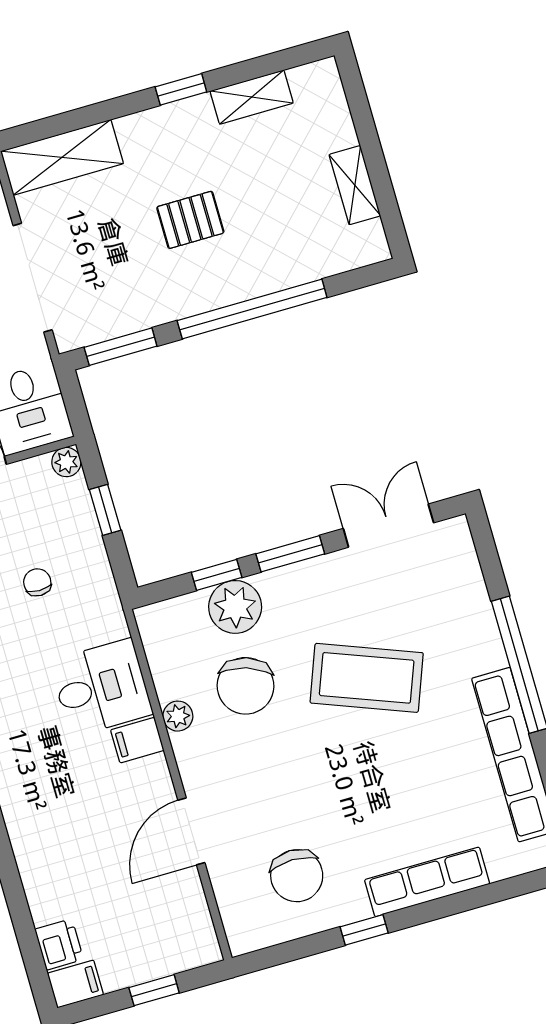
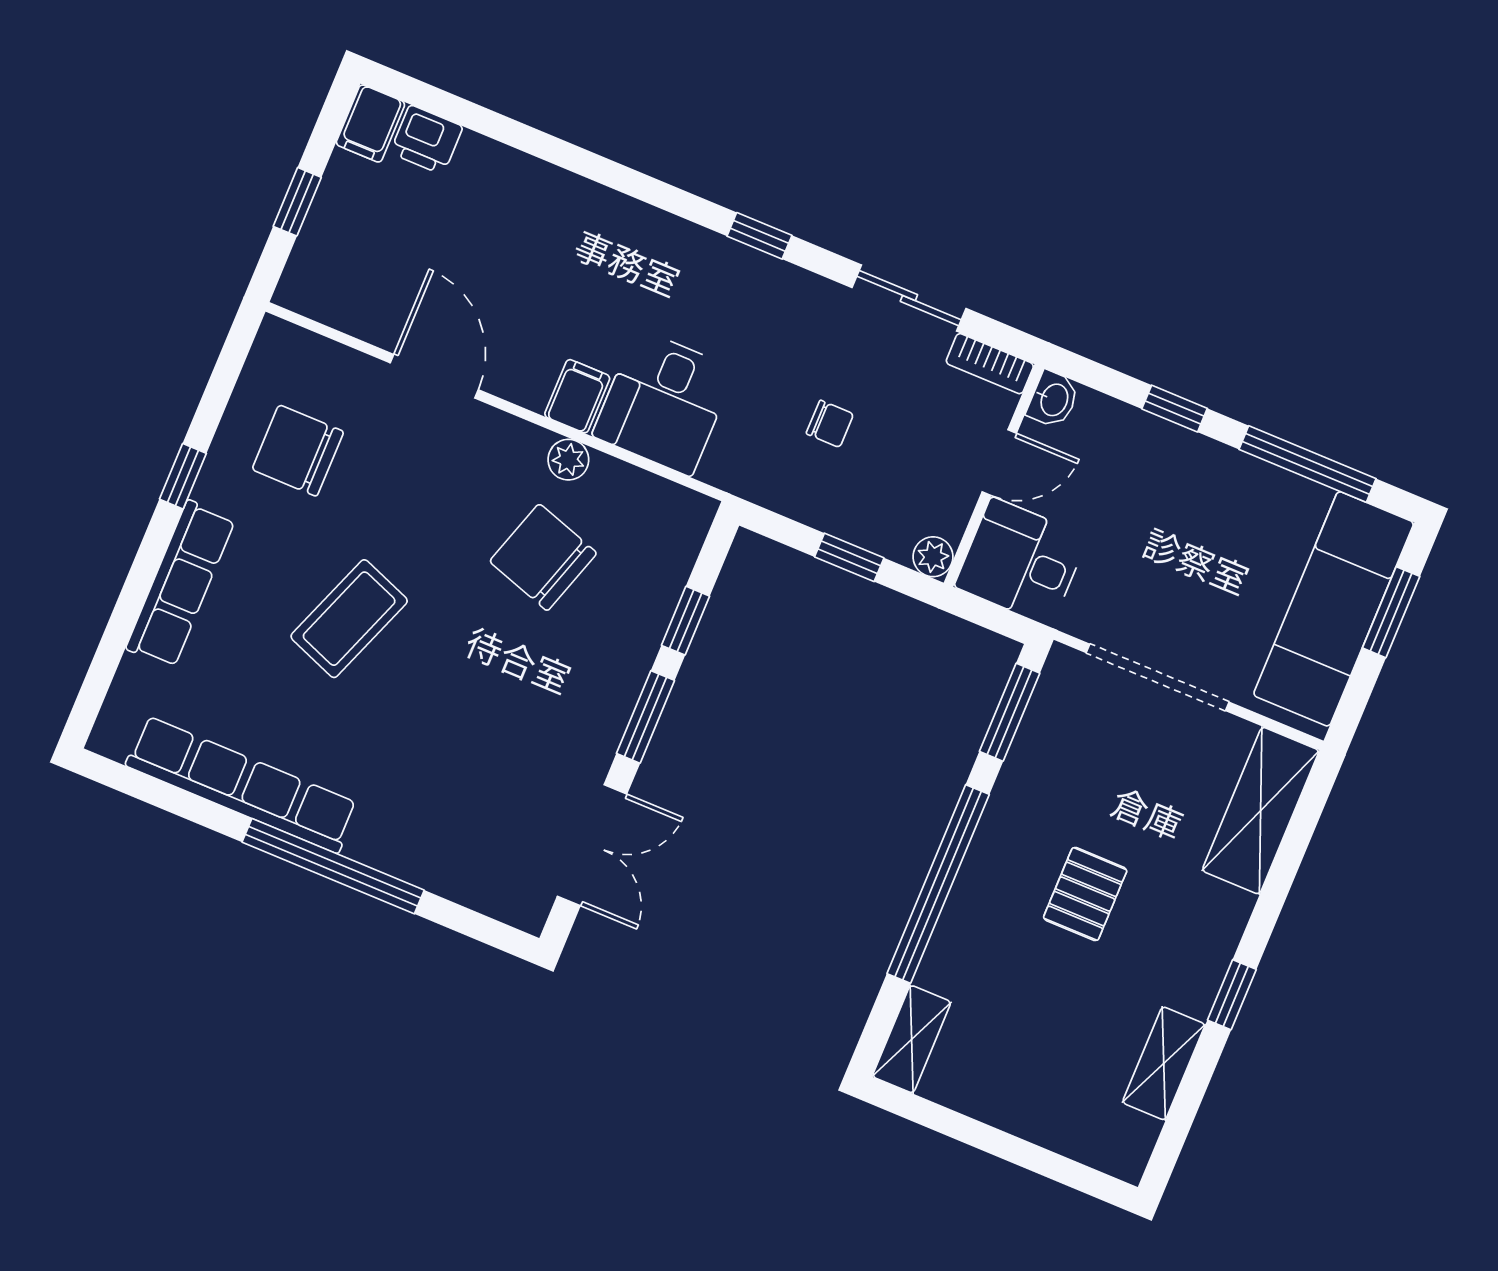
shelving: (355, 185) -> (912, 1039), moved, turned 90
plant: (235, 607) -> (636, 613), removed
coffee table: (367, 678) -> (349, 619), moved, width x0.73, depth x0.76

